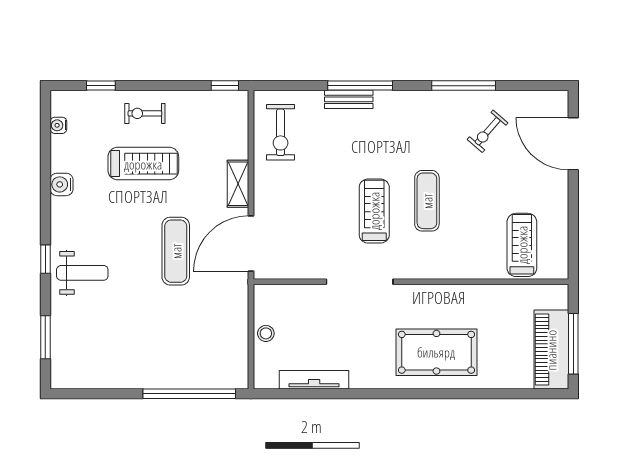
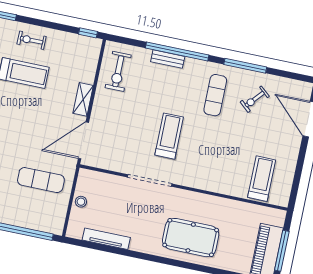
window: (360, 86) -> (177, 52), width x1.46
exercise mat: (427, 201) -> (215, 95), moved
exercise mat: (176, 251) -> (41, 180), moved, turned 90

